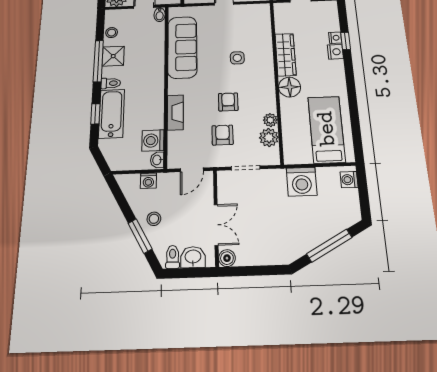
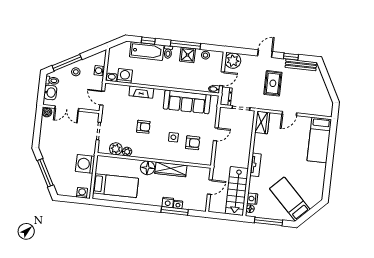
window: (346, 41) -> (175, 211), width x2.17
armchair: (223, 135) -> (193, 143), moved
window: (140, 236) -> (67, 63), width x1.44

